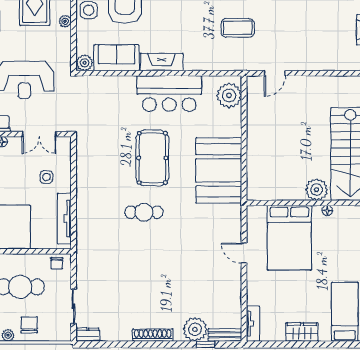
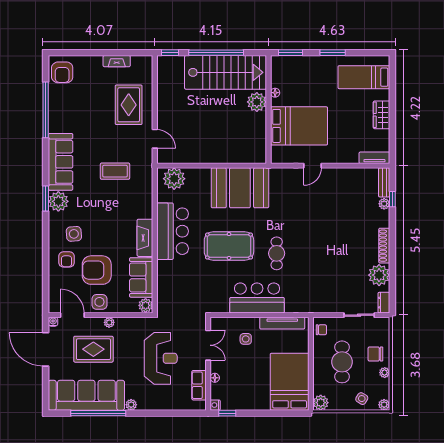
coffee table: (238, 28) -> (115, 171), turned 90
rug: (313, 43) -> (129, 105), added
bar counter: (93, 190) -> (257, 298), added
plant: (119, 329) -> (379, 275), added
plant: (195, 329) -> (384, 204), width x0.53, depth x0.53

